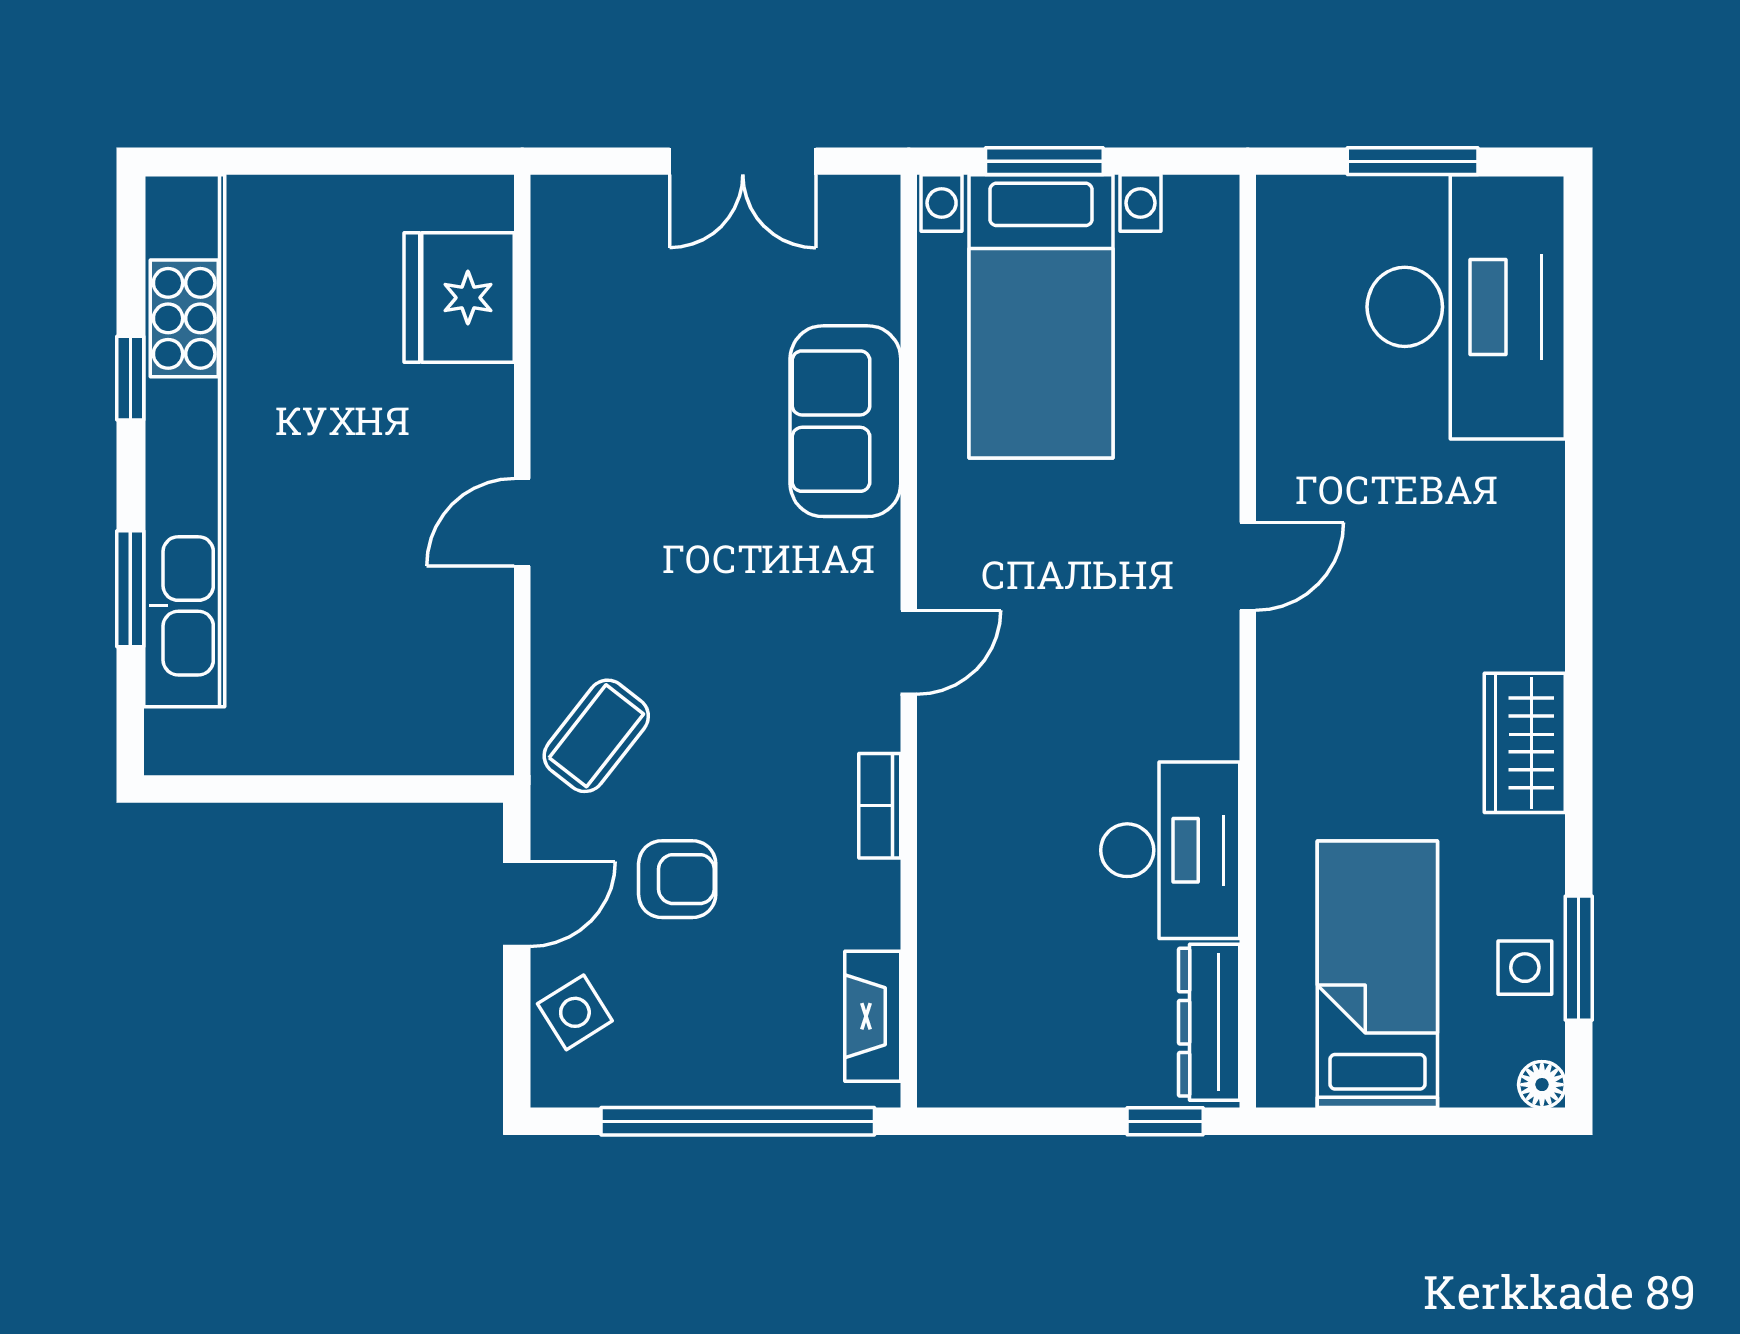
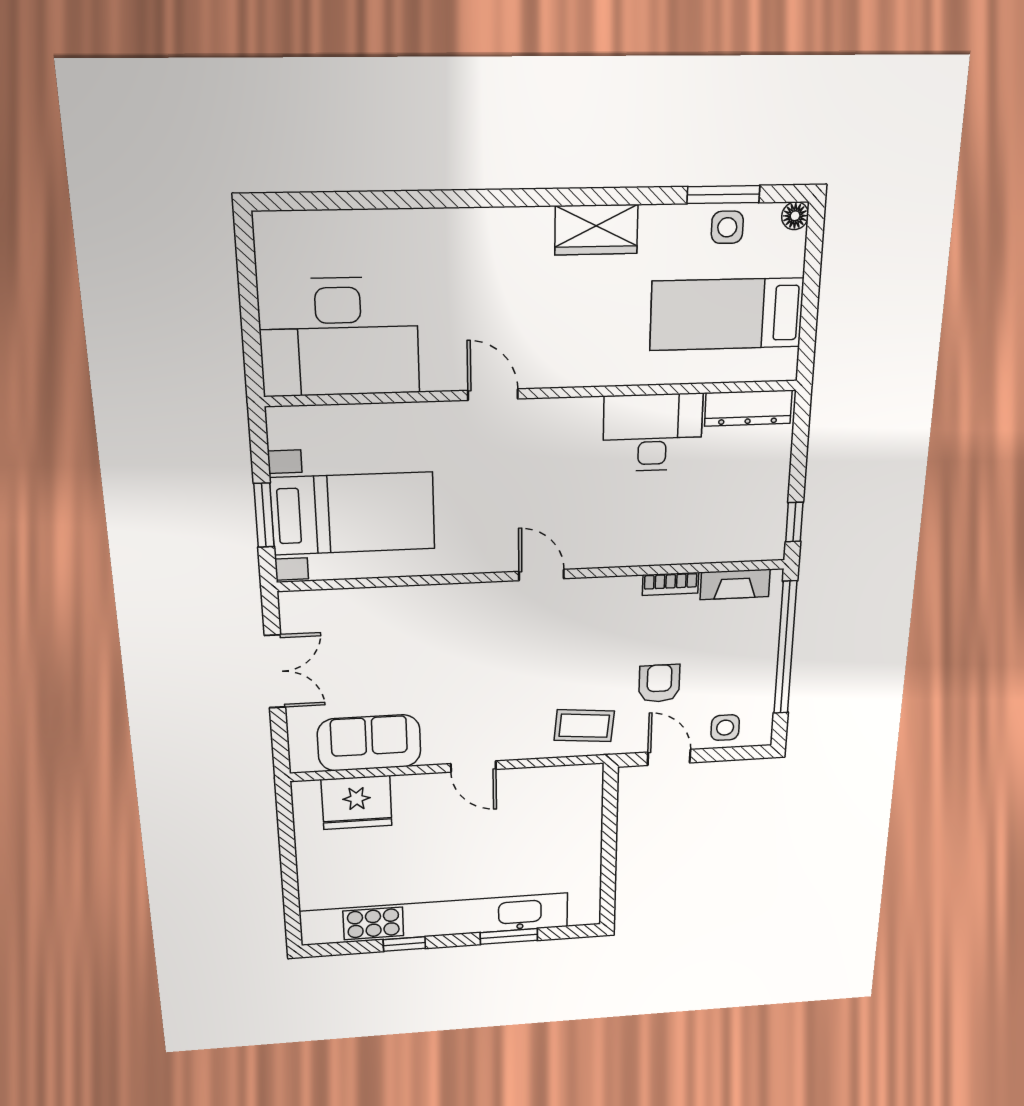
window: (1413, 161) -> (249, 305), removed
desk: (1466, 307) -> (339, 337), moved, turned 180
sofa: (845, 421) -> (369, 743), moved, turned 180
coffee table: (596, 736) -> (584, 726), turned -33
bookcase: (880, 806) -> (671, 584), moved
side table: (575, 1012) -> (725, 728), turned 32
window: (1165, 1121) -> (794, 522), moved

